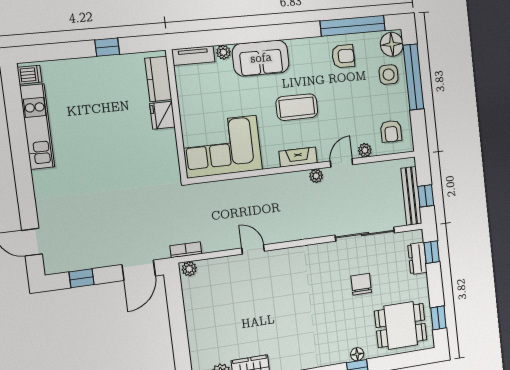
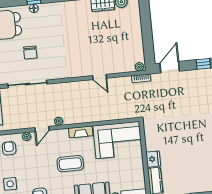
fireplace: (298, 157) -> (81, 132), moved

